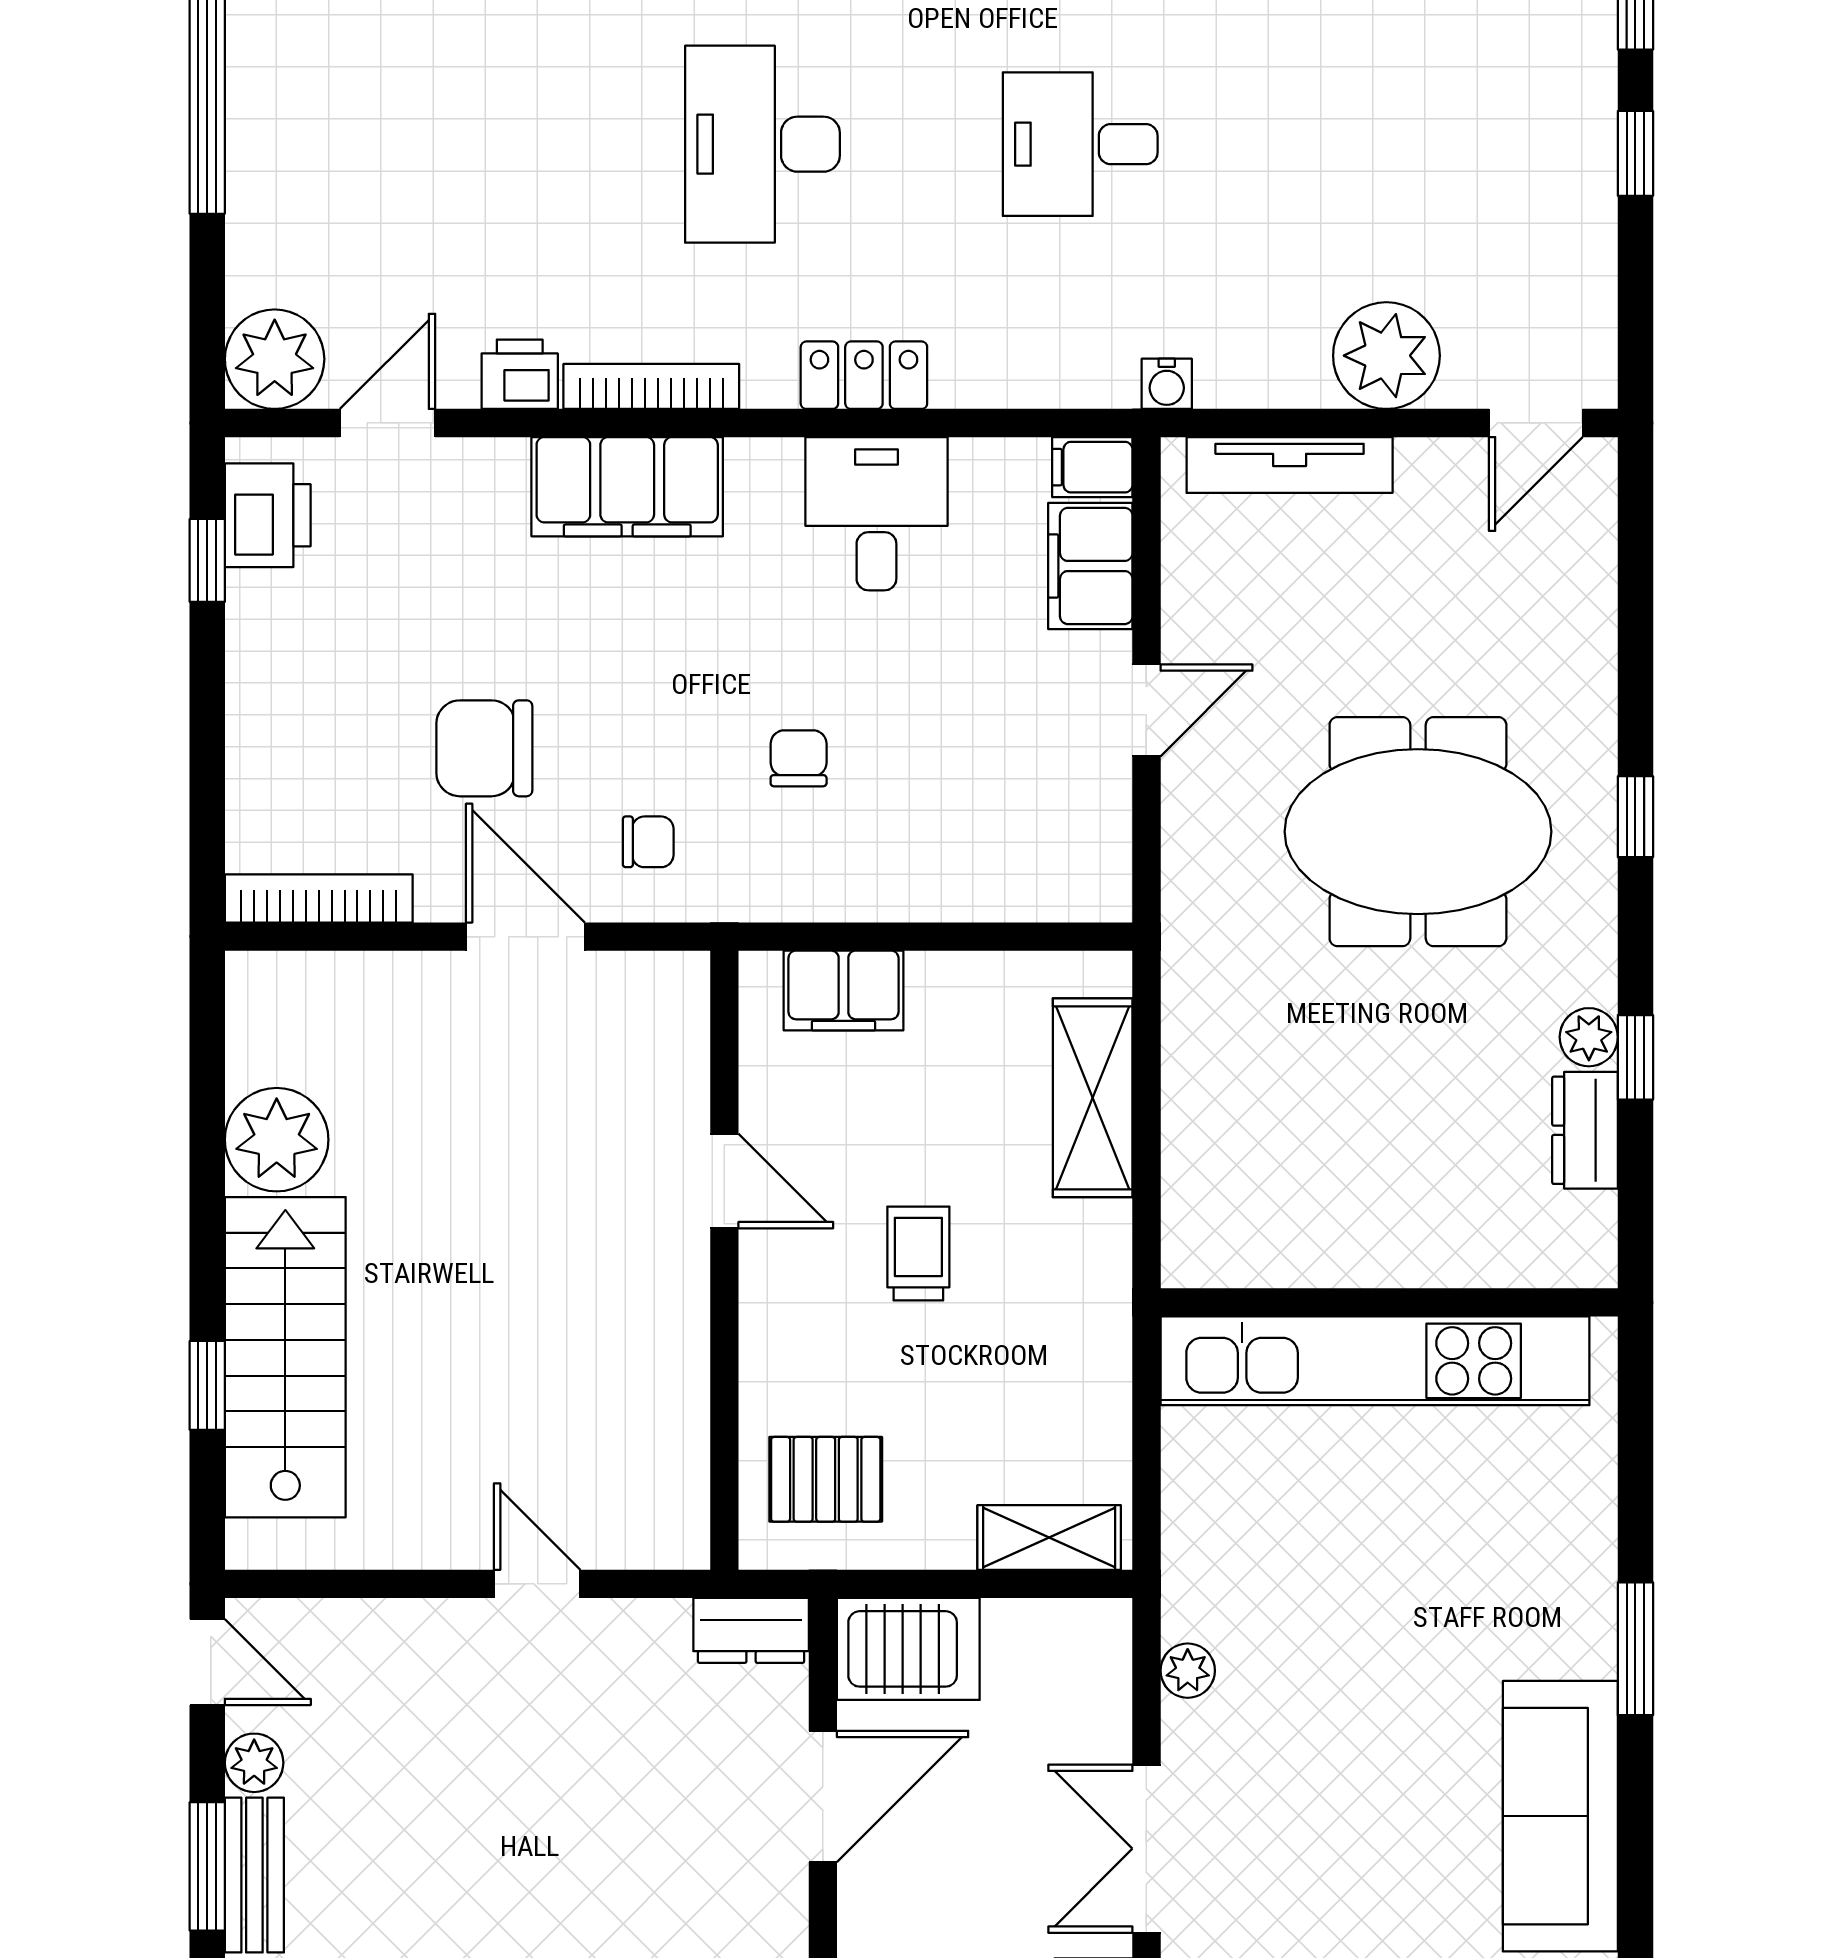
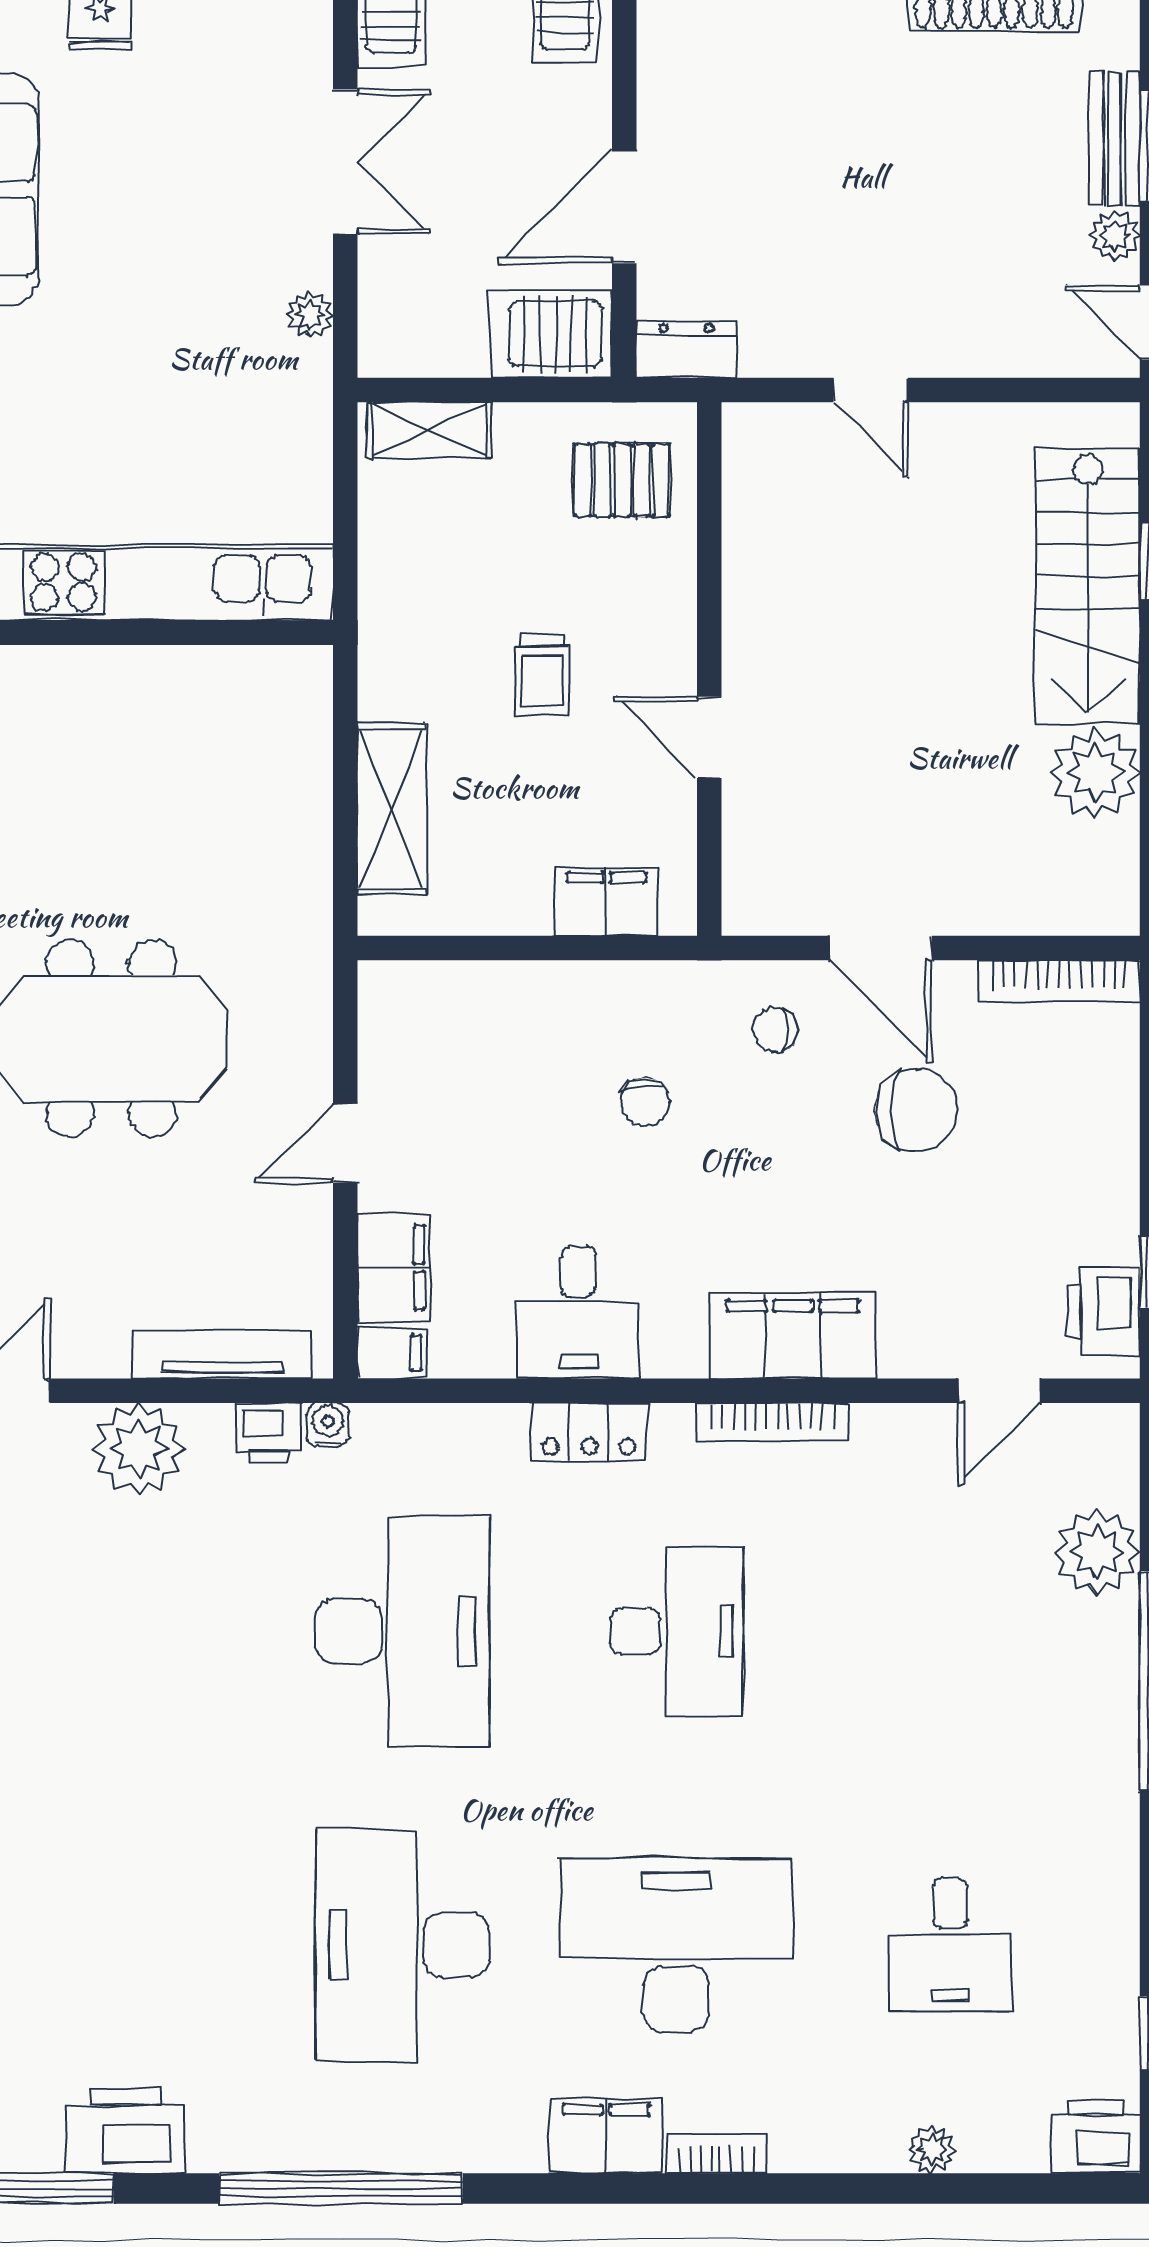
desk: (1080, 144) -> (402, 1631), width x1.87, depth x1.30
plant: (275, 359) -> (1097, 1552), moved
printer: (520, 374) -> (268, 1433), moved

